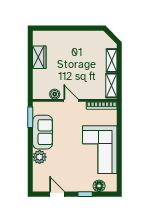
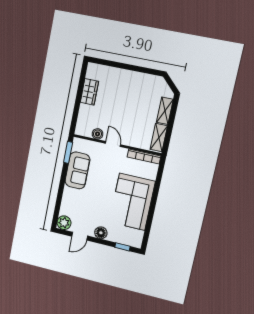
plant: (40, 157) -> (64, 223), moved
floor lamp: (99, 186) -> (101, 233), moved
door: (57, 194) -> (80, 236), swing flipped
window: (85, 194) -> (122, 247), moved

